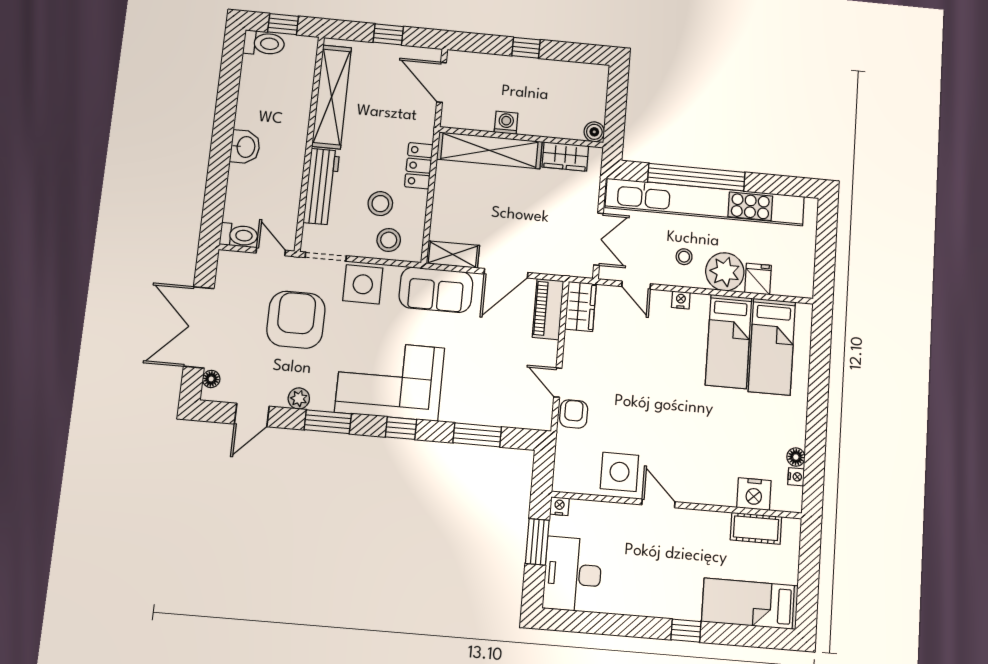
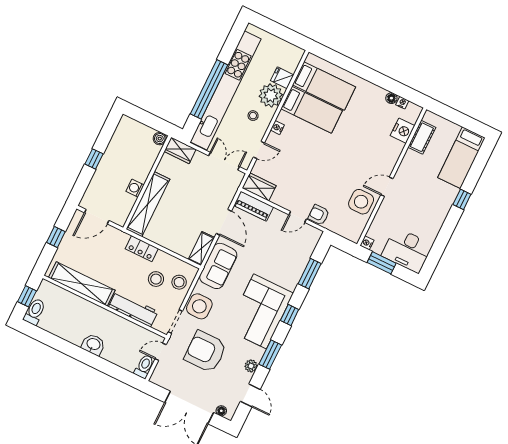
wardrobe: (565, 156) -> (180, 150), moved, turned 90

